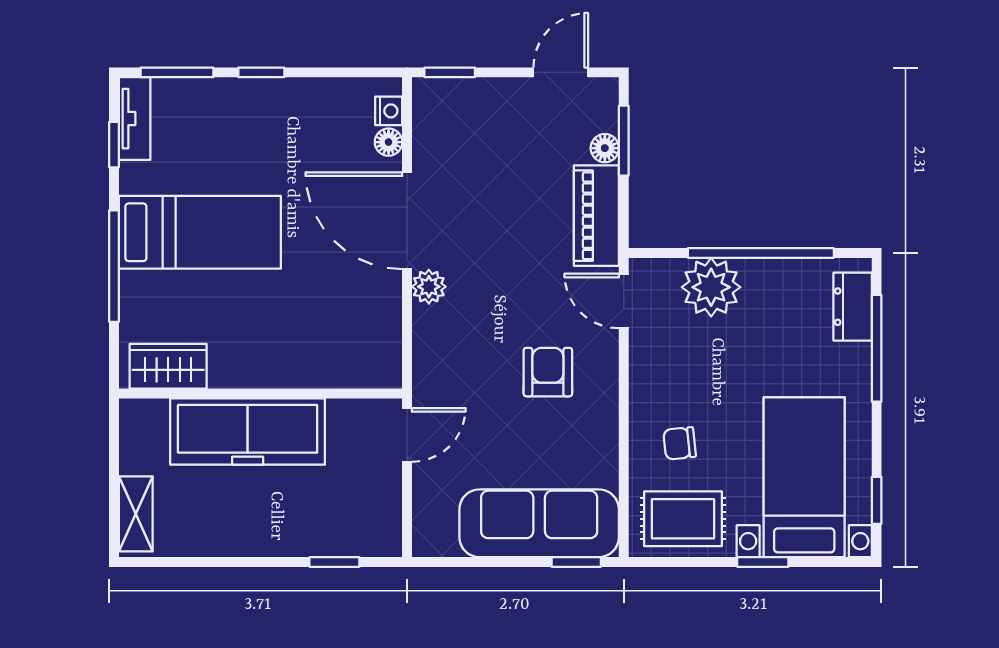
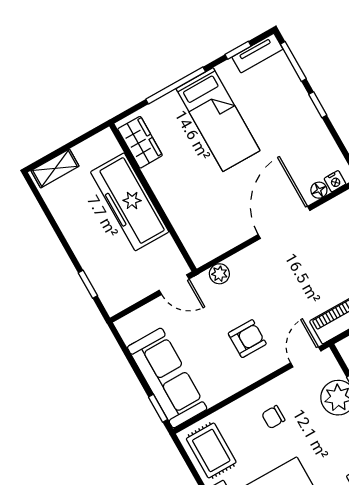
plant: (429, 287) -> (219, 274), moved
chair: (680, 443) -> (273, 417), moved, turned -84

